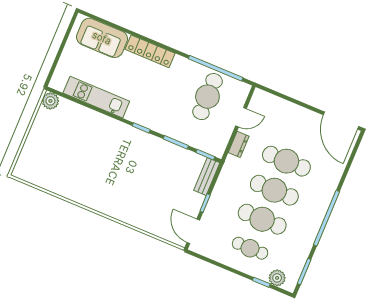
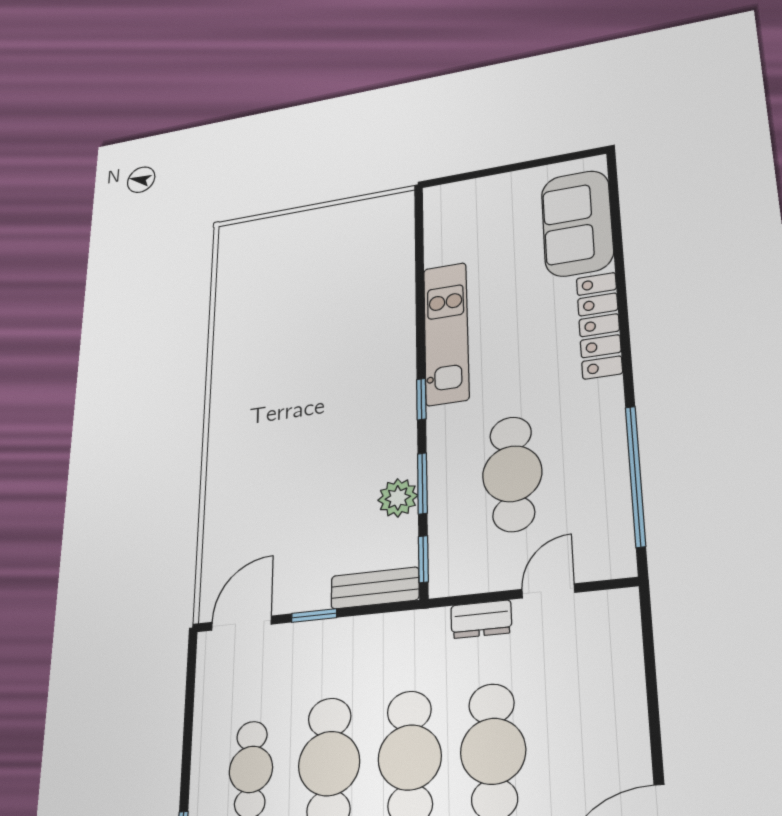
kitchen unit: (96, 97) -> (446, 333), moved
cafe table: (207, 97) -> (512, 474), moved, turned 90
plant: (50, 101) -> (398, 498), moved
door: (241, 117) -> (548, 591), swing flipped

